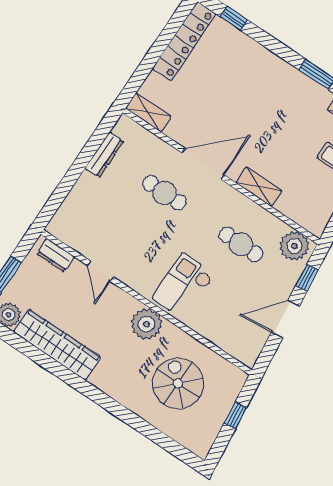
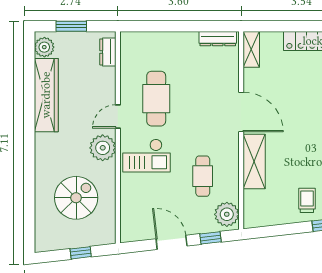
dresser: (104, 155) -> (218, 39), moved
shelving: (259, 187) -> (254, 162), width x1.50, depth x1.33
cafe table: (165, 193) -> (156, 99), moved, width x1.37, depth x1.35
door: (101, 271) -> (118, 116), moved
checkout: (183, 286) -> (146, 156), turned 180

